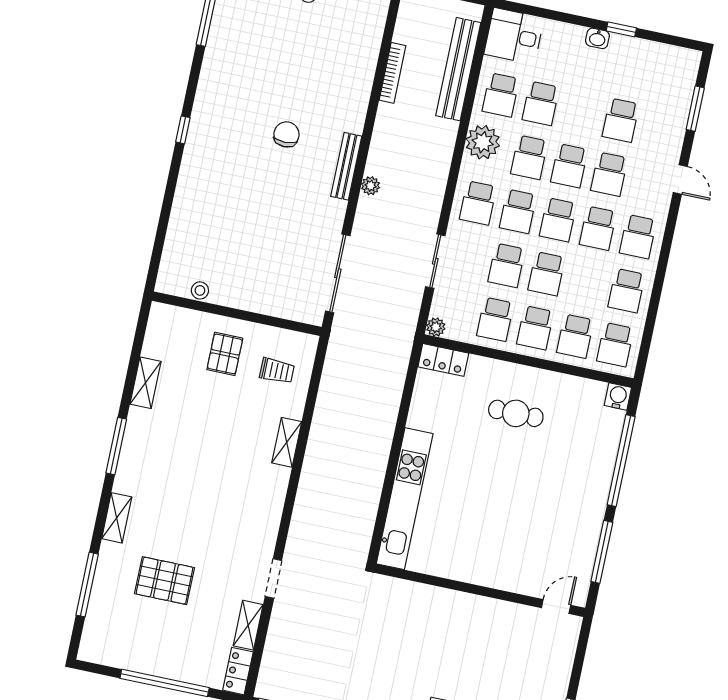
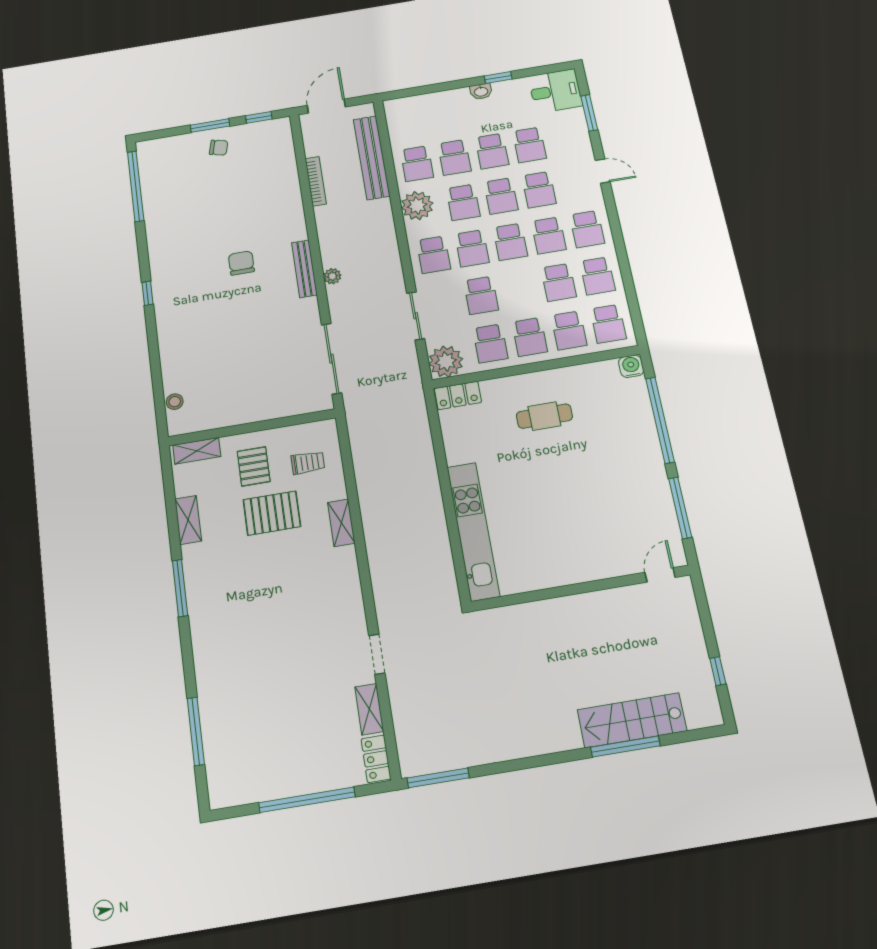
desk: (514, 36) -> (555, 91), moved, turned 180
school desk: (581, 112) -> (492, 151), added
school desk: (547, 274) -> (559, 282), moved
stool: (200, 290) -> (175, 402), moved
plant: (436, 327) -> (446, 361), width x1.87, depth x1.87
shelving: (117, 518) -> (197, 451), moved, turned 90
pallet: (164, 581) -> (272, 513), moved

